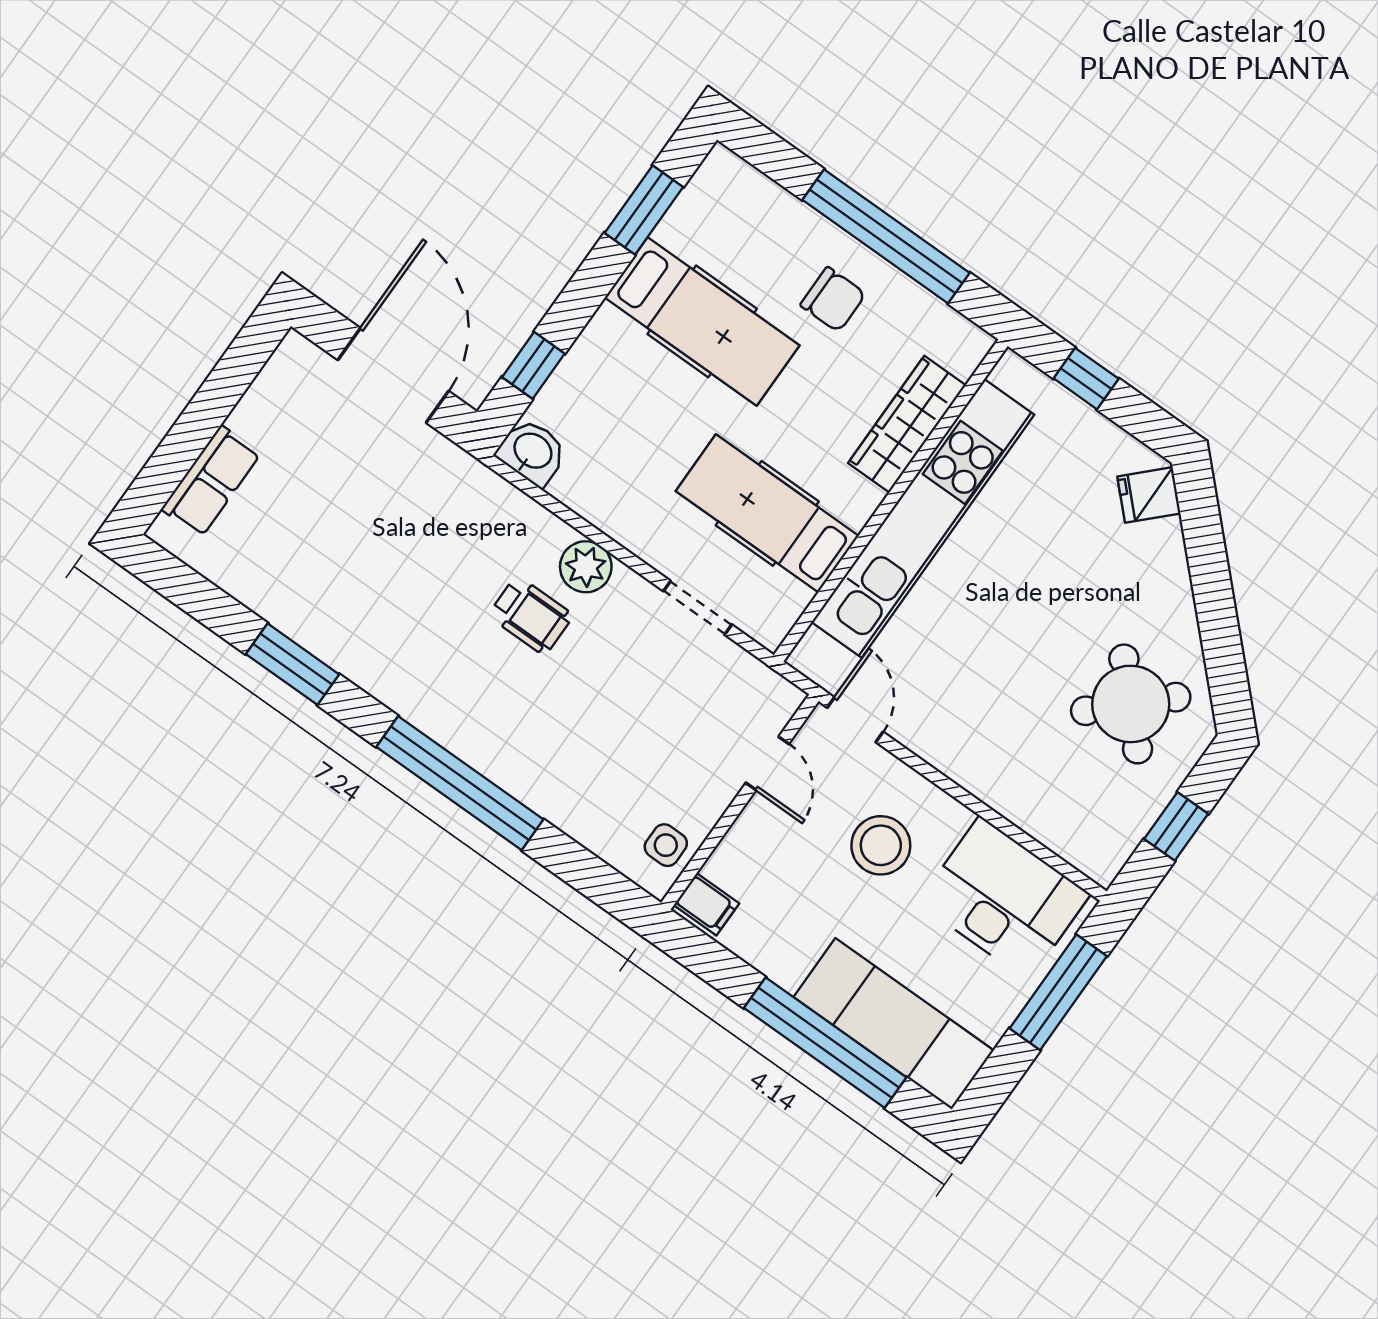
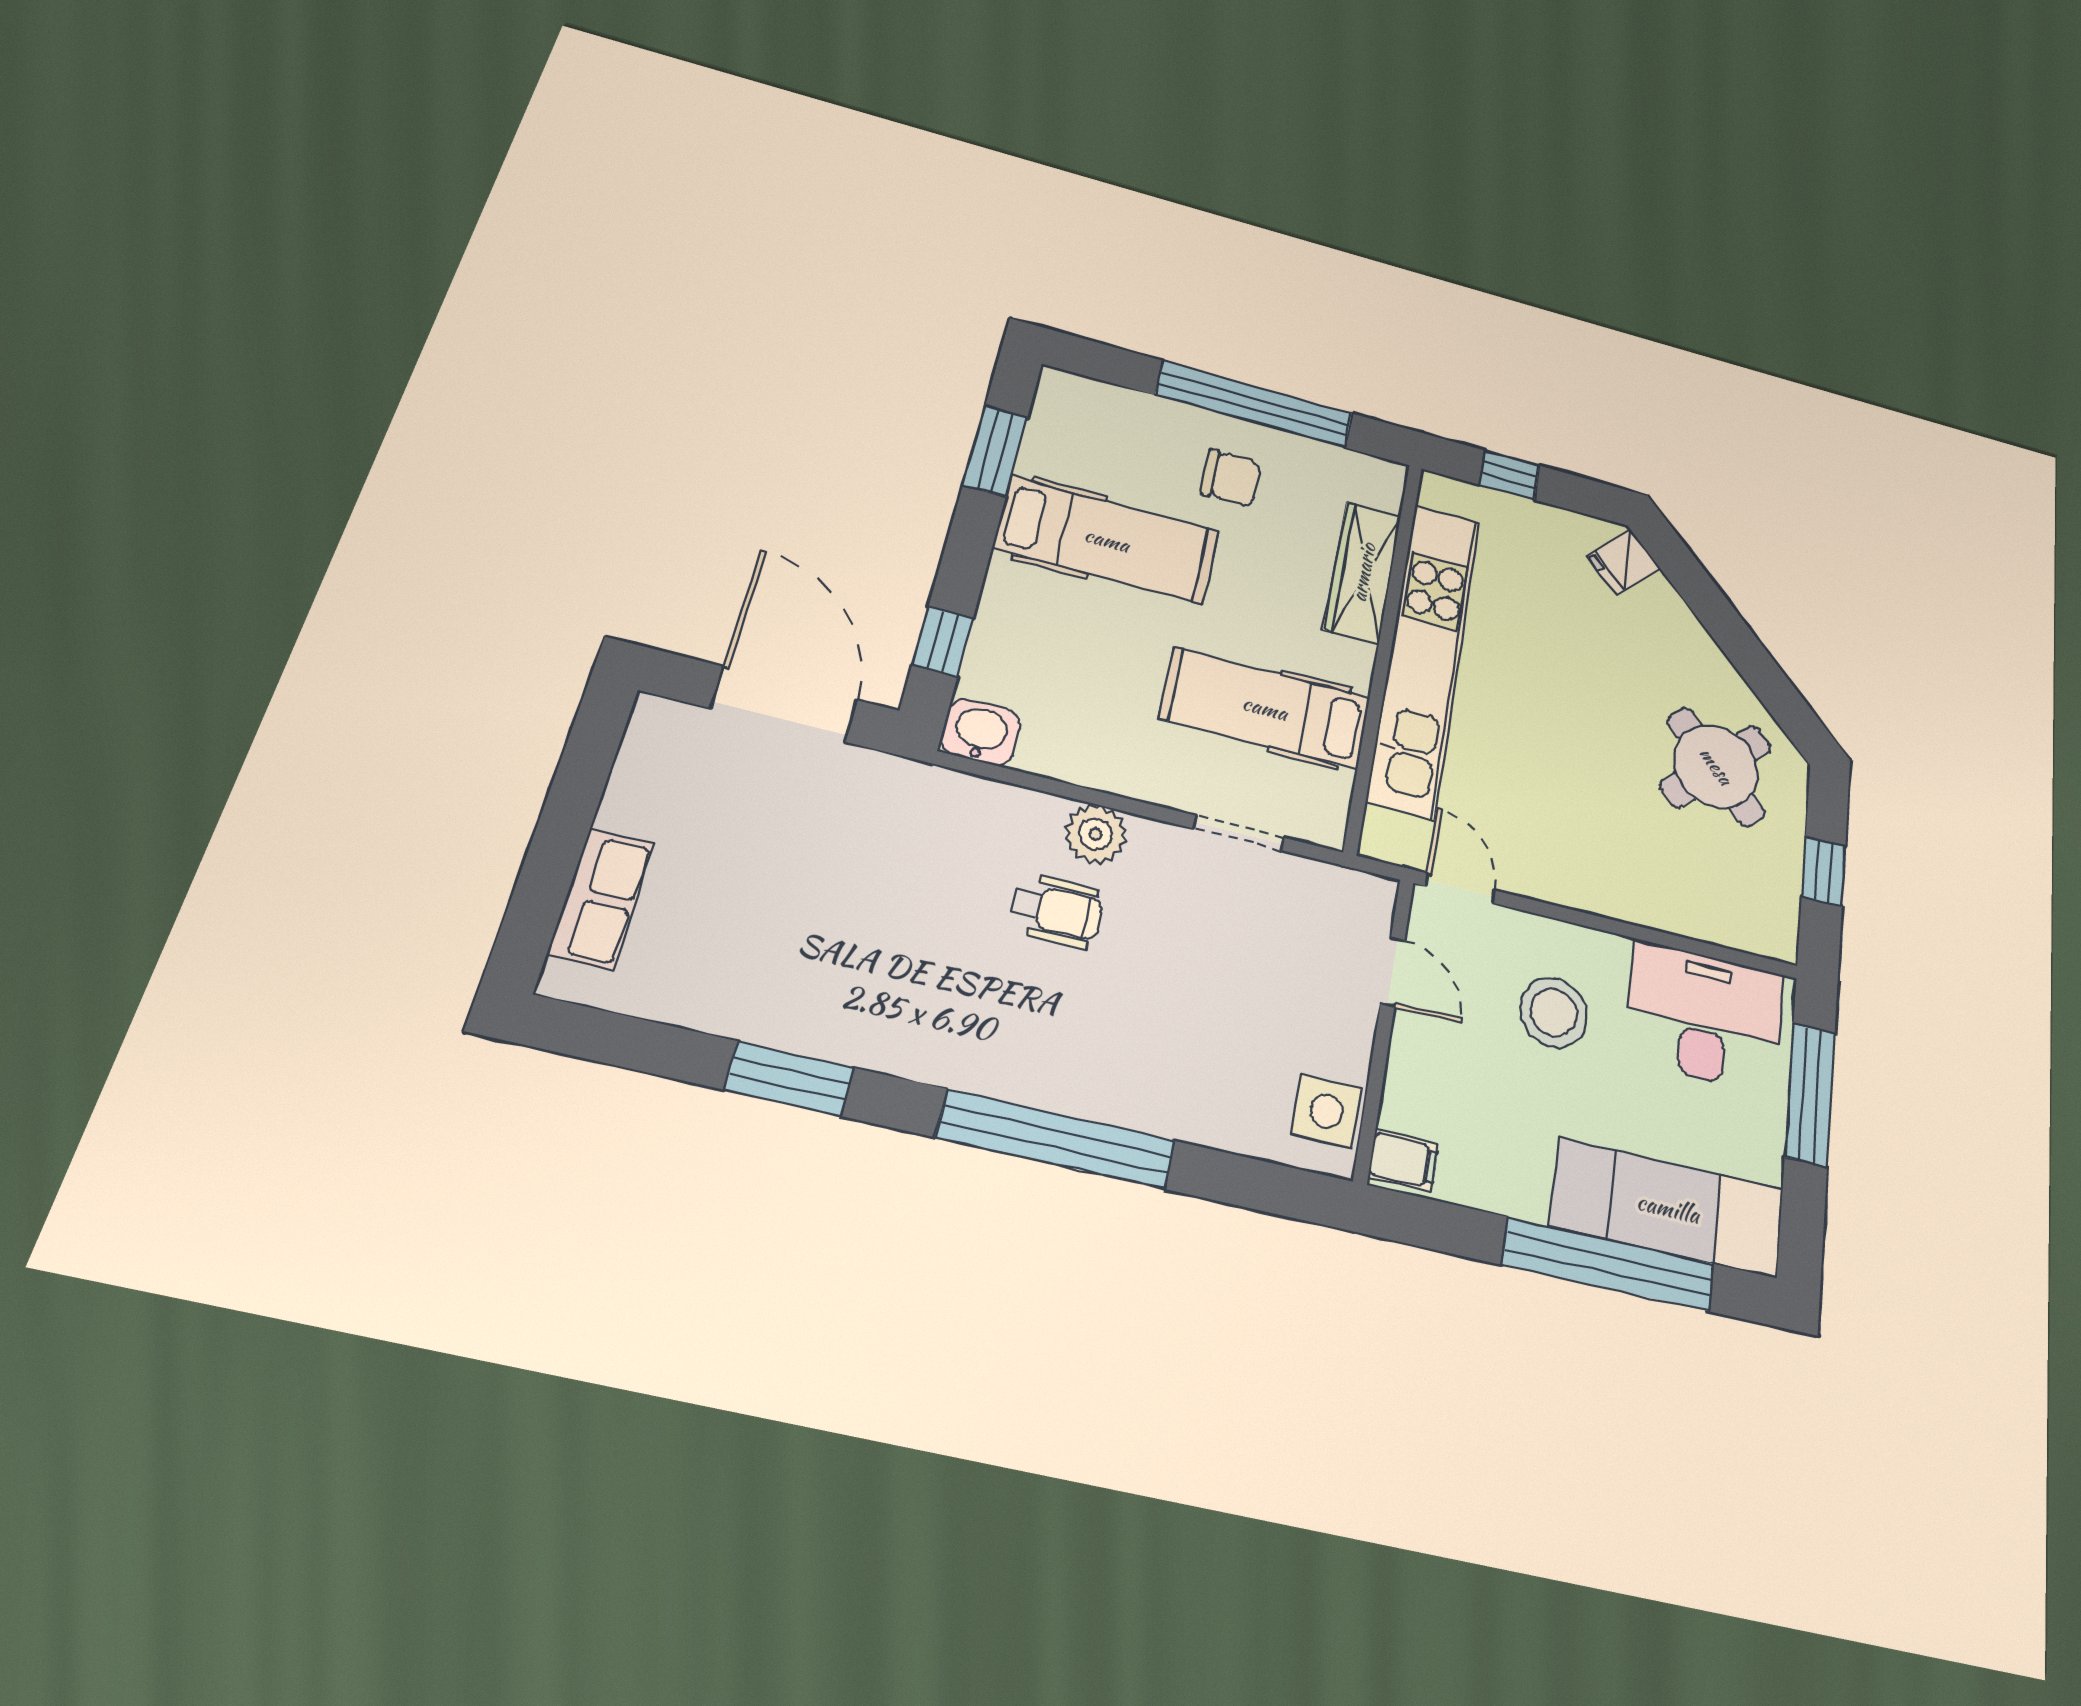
side table: (666, 845) -> (1327, 1111), width x1.37, depth x1.37

